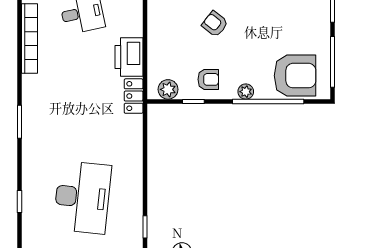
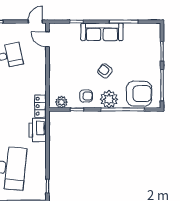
armchair: (215, 24) -> (105, 71), moved
printer: (129, 57) -> (38, 130), moved
plant: (246, 92) -> (109, 99), width x1.88, depth x1.88

